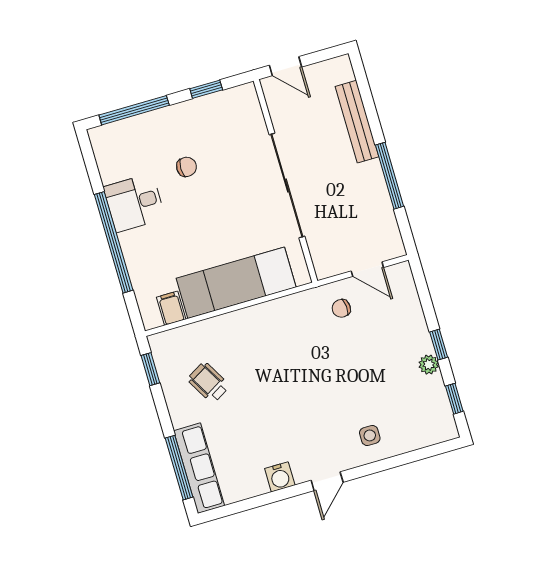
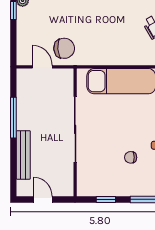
door: (285, 66) -> (43, 199), moved
chair: (341, 308) -> (64, 48), width x1.87, depth x1.87

